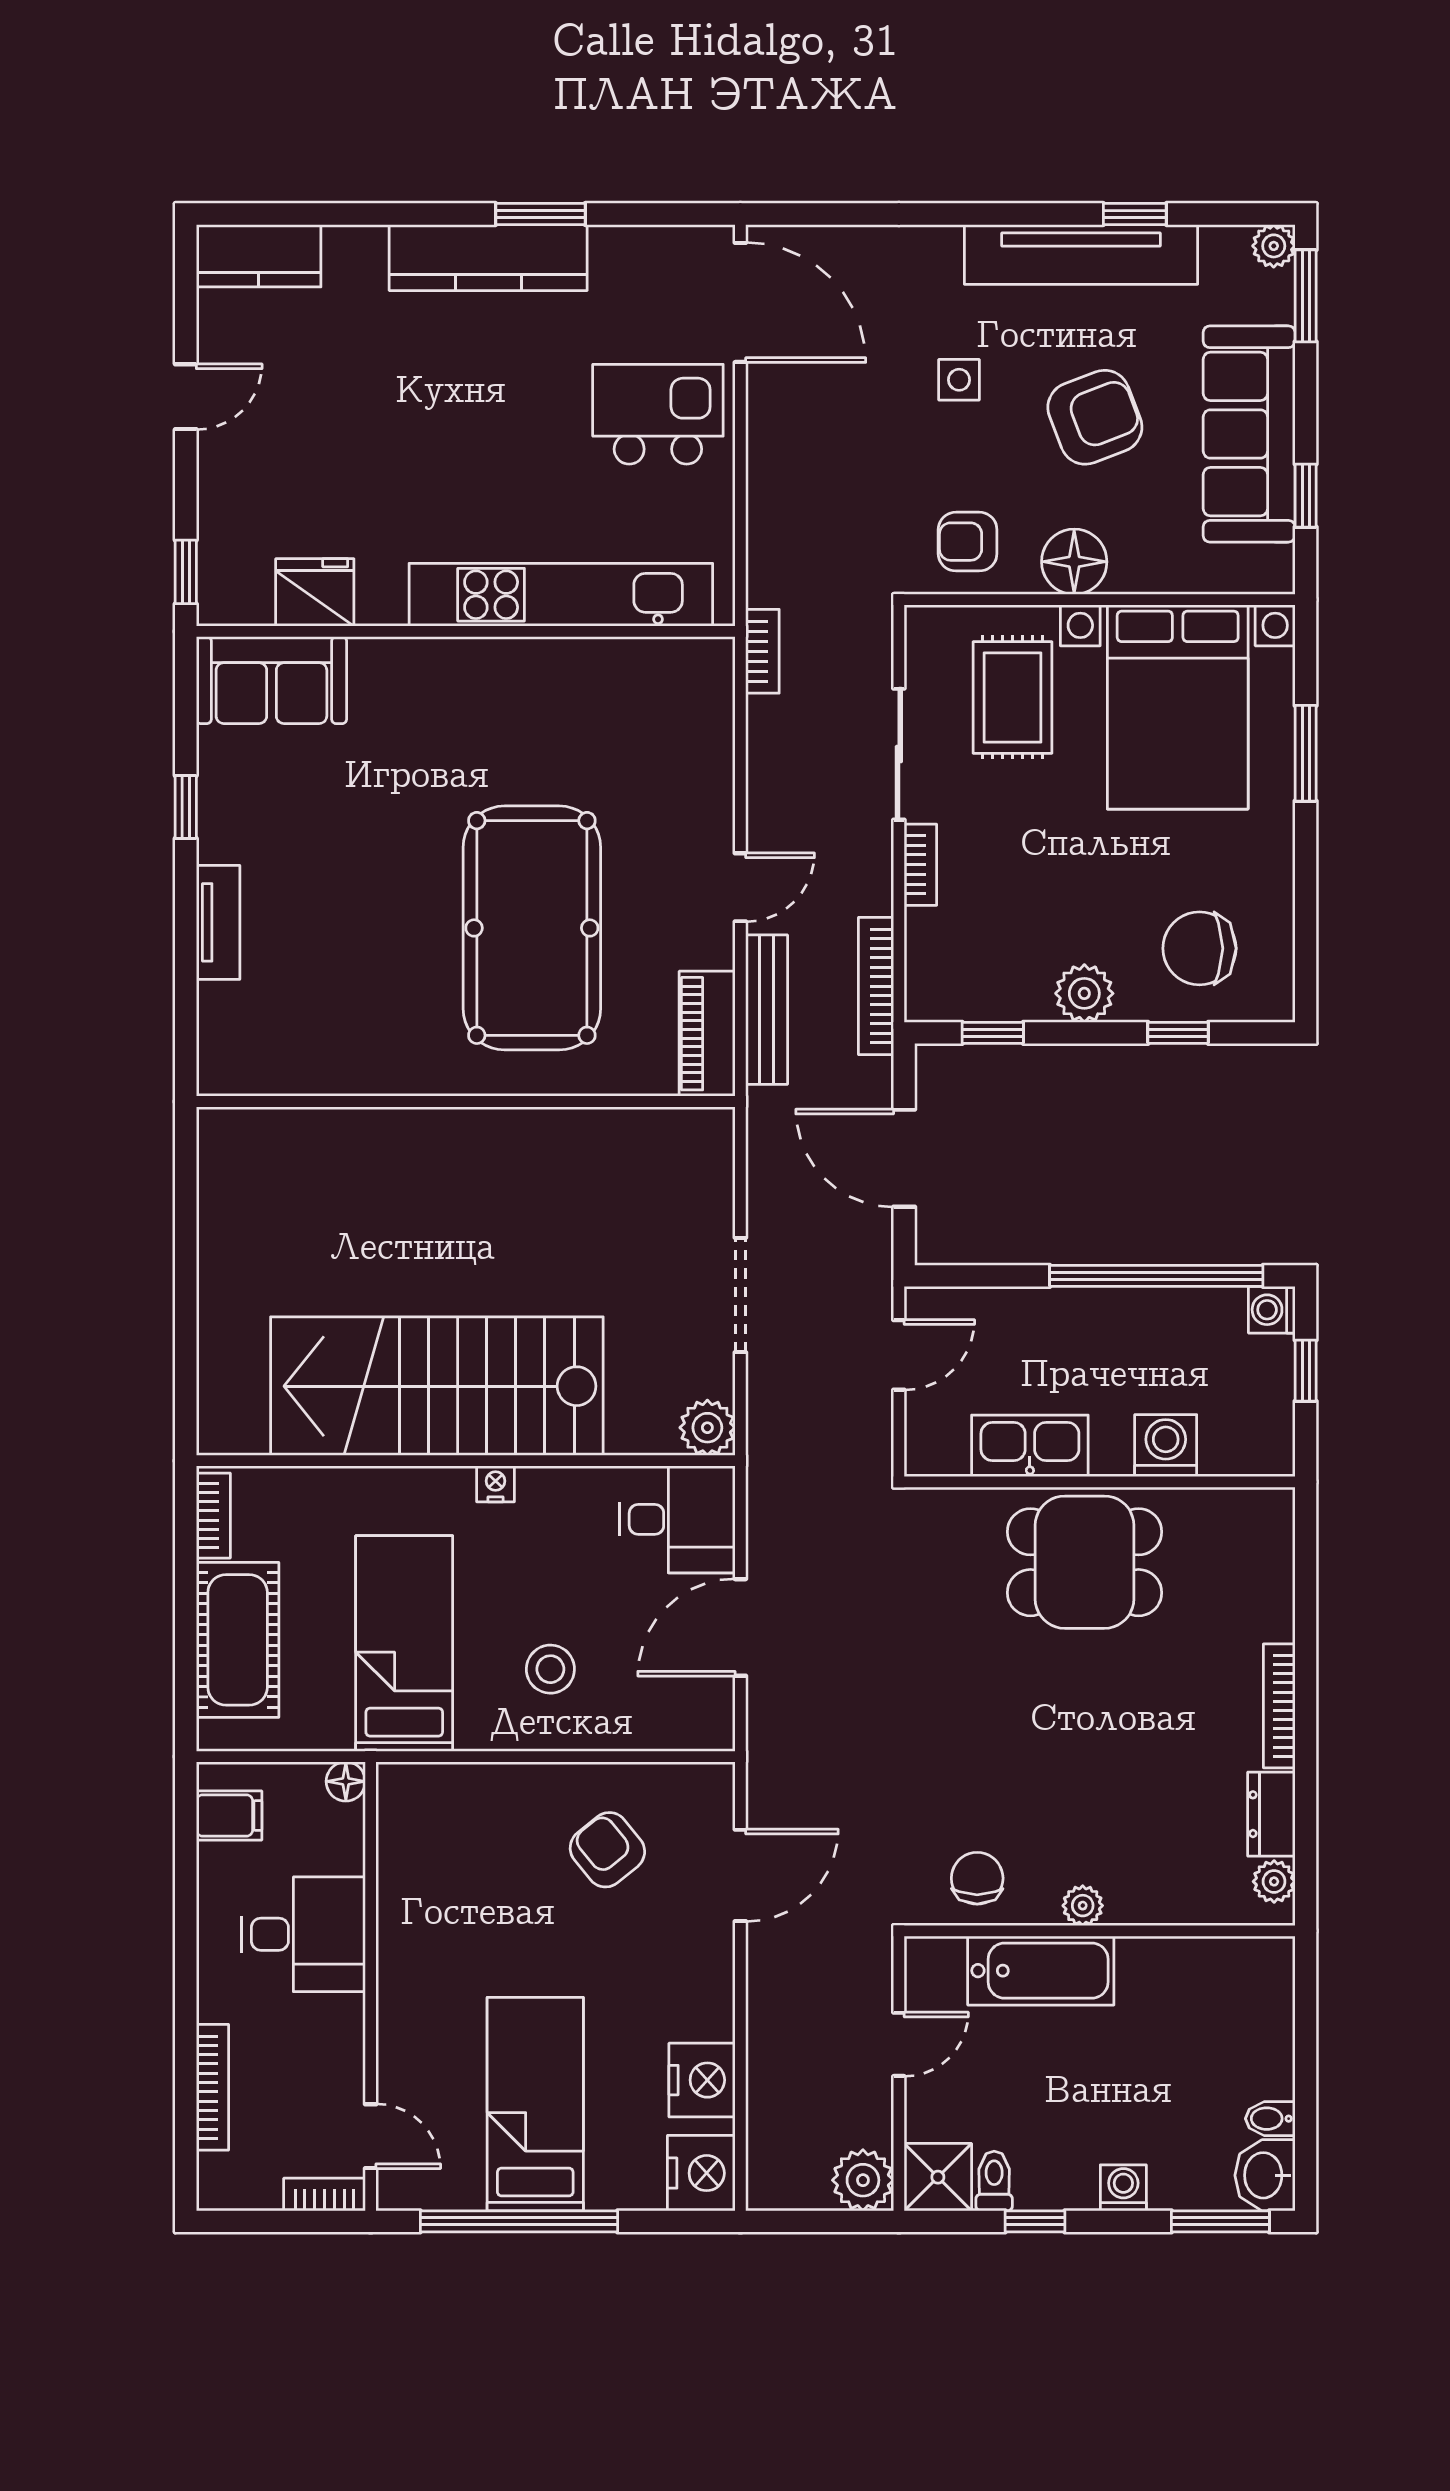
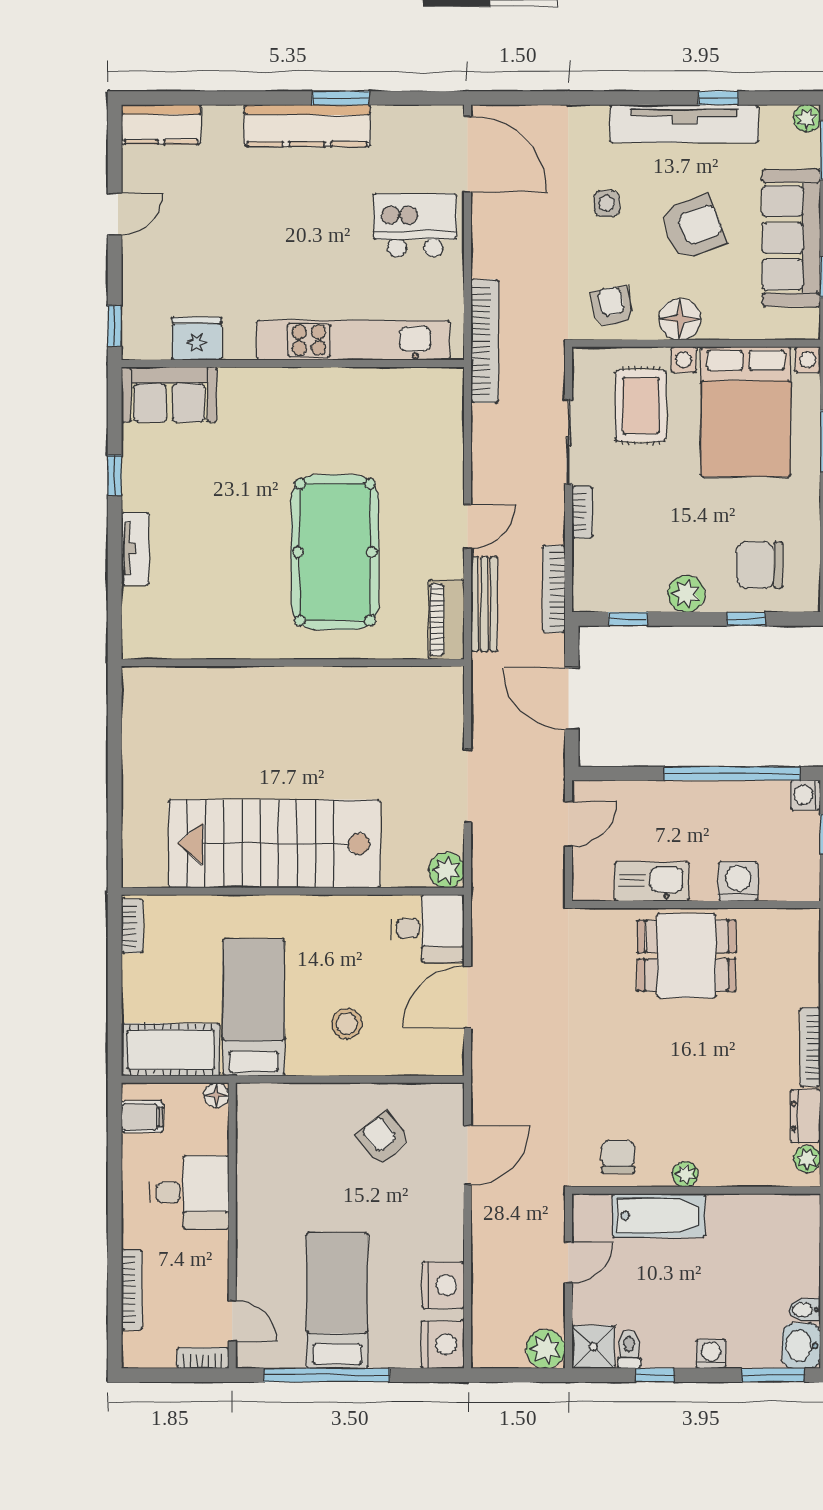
armchair: (968, 542) -> (612, 306), turned 79
bookcase: (762, 651) -> (485, 341), width x2.31, depth x1.31
nightstand: (496, 1484) -> (312, 906), removed
cot: (238, 1640) -> (171, 1050), moved, turned 90

